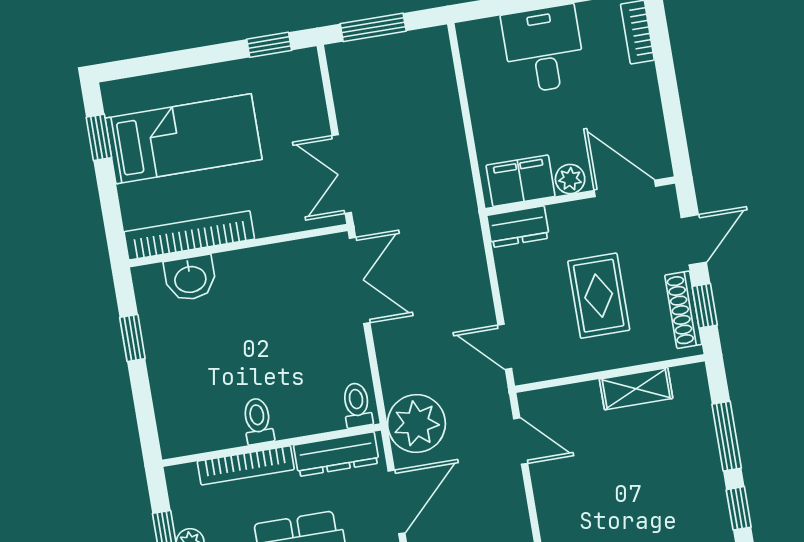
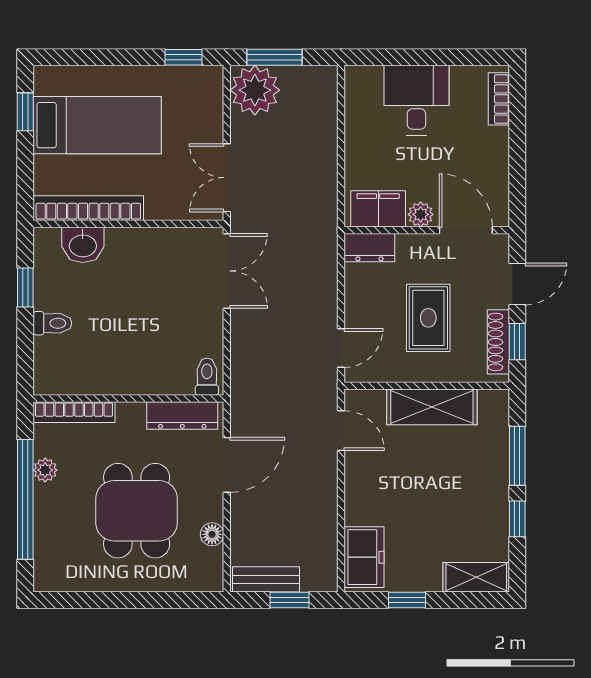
door: (505, 347) -> (341, 348), swing flipped
shelving: (636, 389) -> (432, 407), width x1.50, depth x1.33
toilet: (258, 421) -> (52, 323), moved, turned 90
plant: (416, 424) -> (255, 90), moved
bookcase: (246, 465) -> (74, 412), moved

